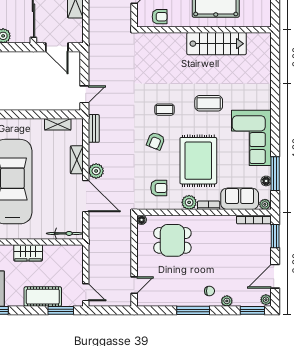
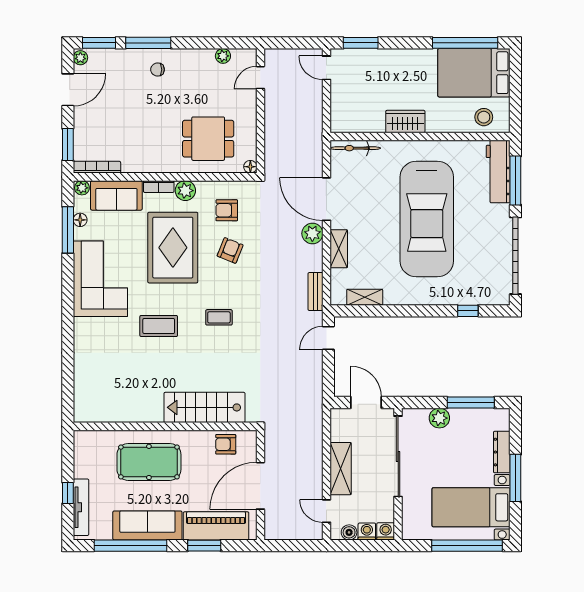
stairs: (217, 44) -> (204, 407), moved
armchair: (156, 141) -> (230, 250), moved
cot: (43, 297) -> (385, 62), removed
plant: (227, 301) -> (223, 56), moved
window: (193, 310) -> (148, 43), moved

